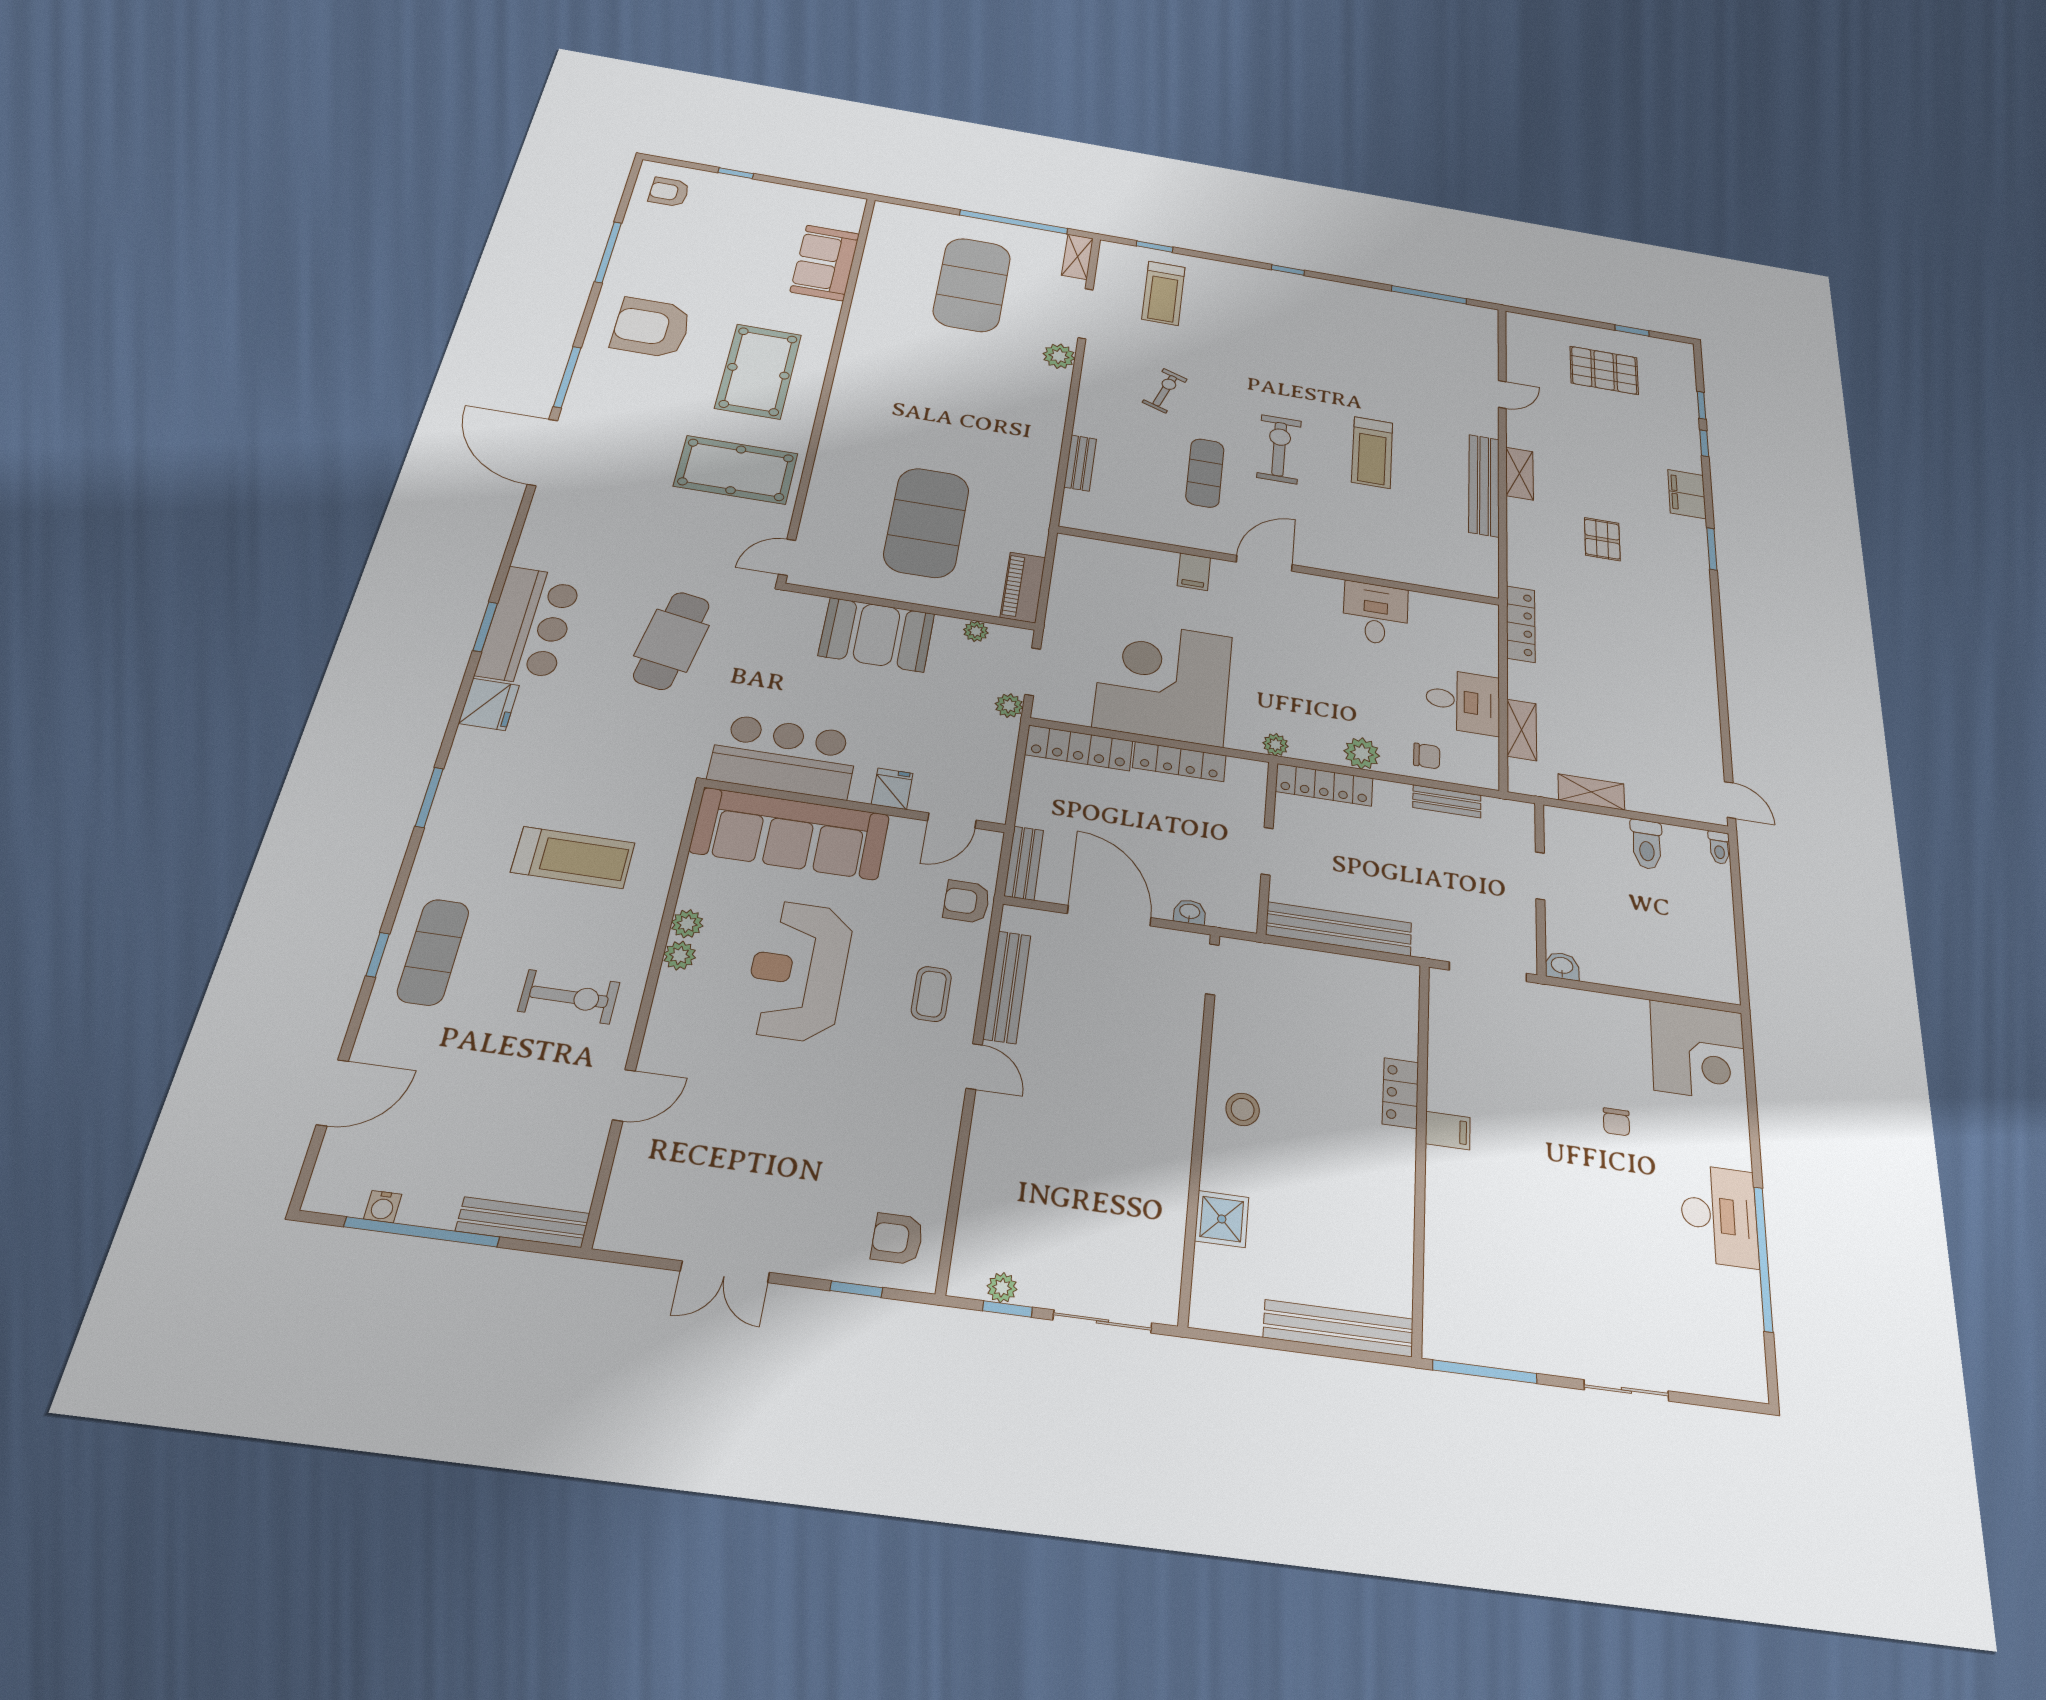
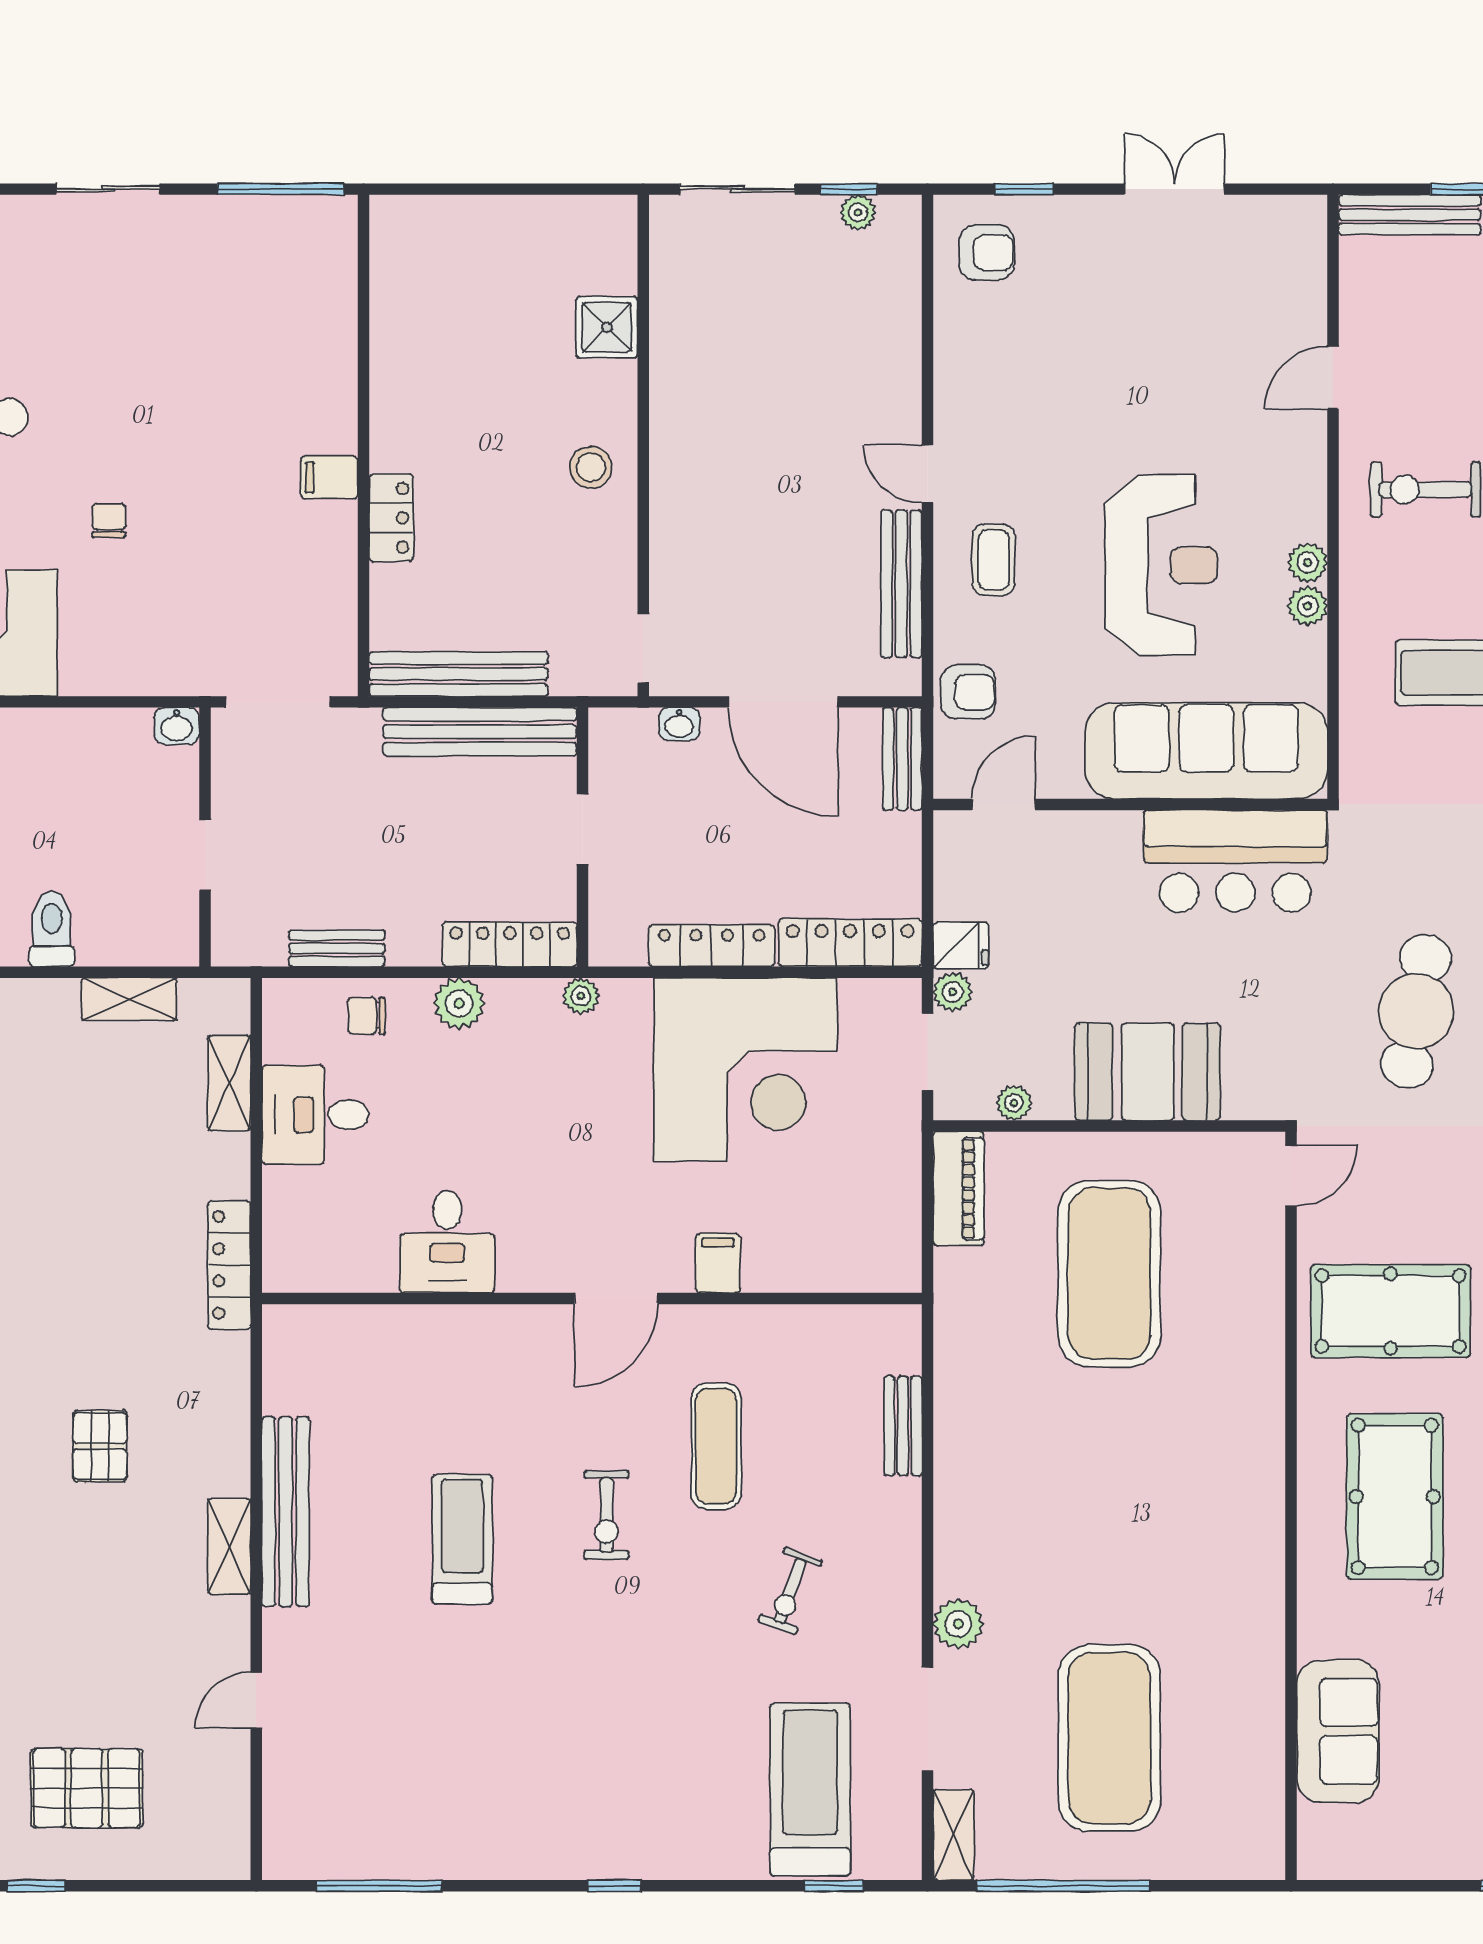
treadmill: (1163, 293) -> (810, 1789), width x1.37, depth x1.38
exercise bike: (1279, 449) -> (606, 1515), width x0.73, depth x0.72
fridge: (892, 789) -> (961, 945), moved, turned -90
bench: (1338, 1328) -> (459, 674), moved

